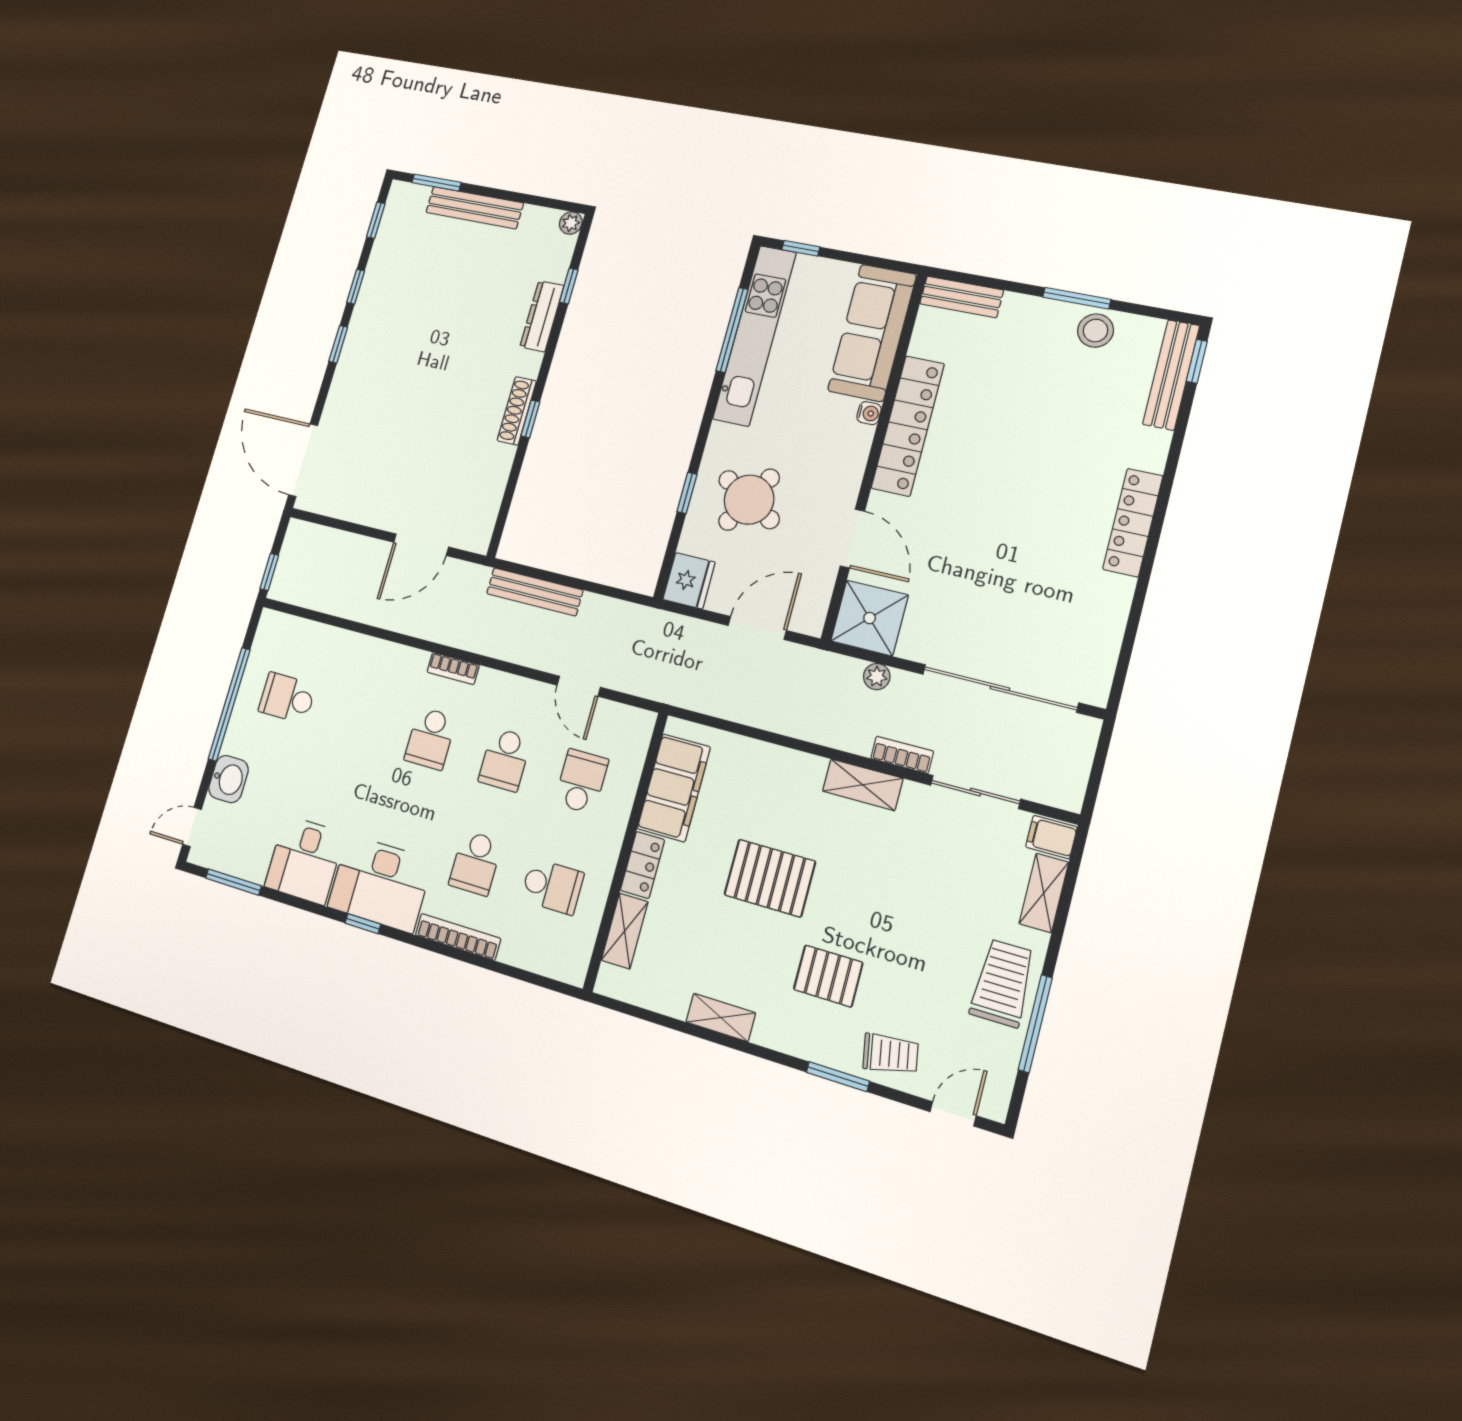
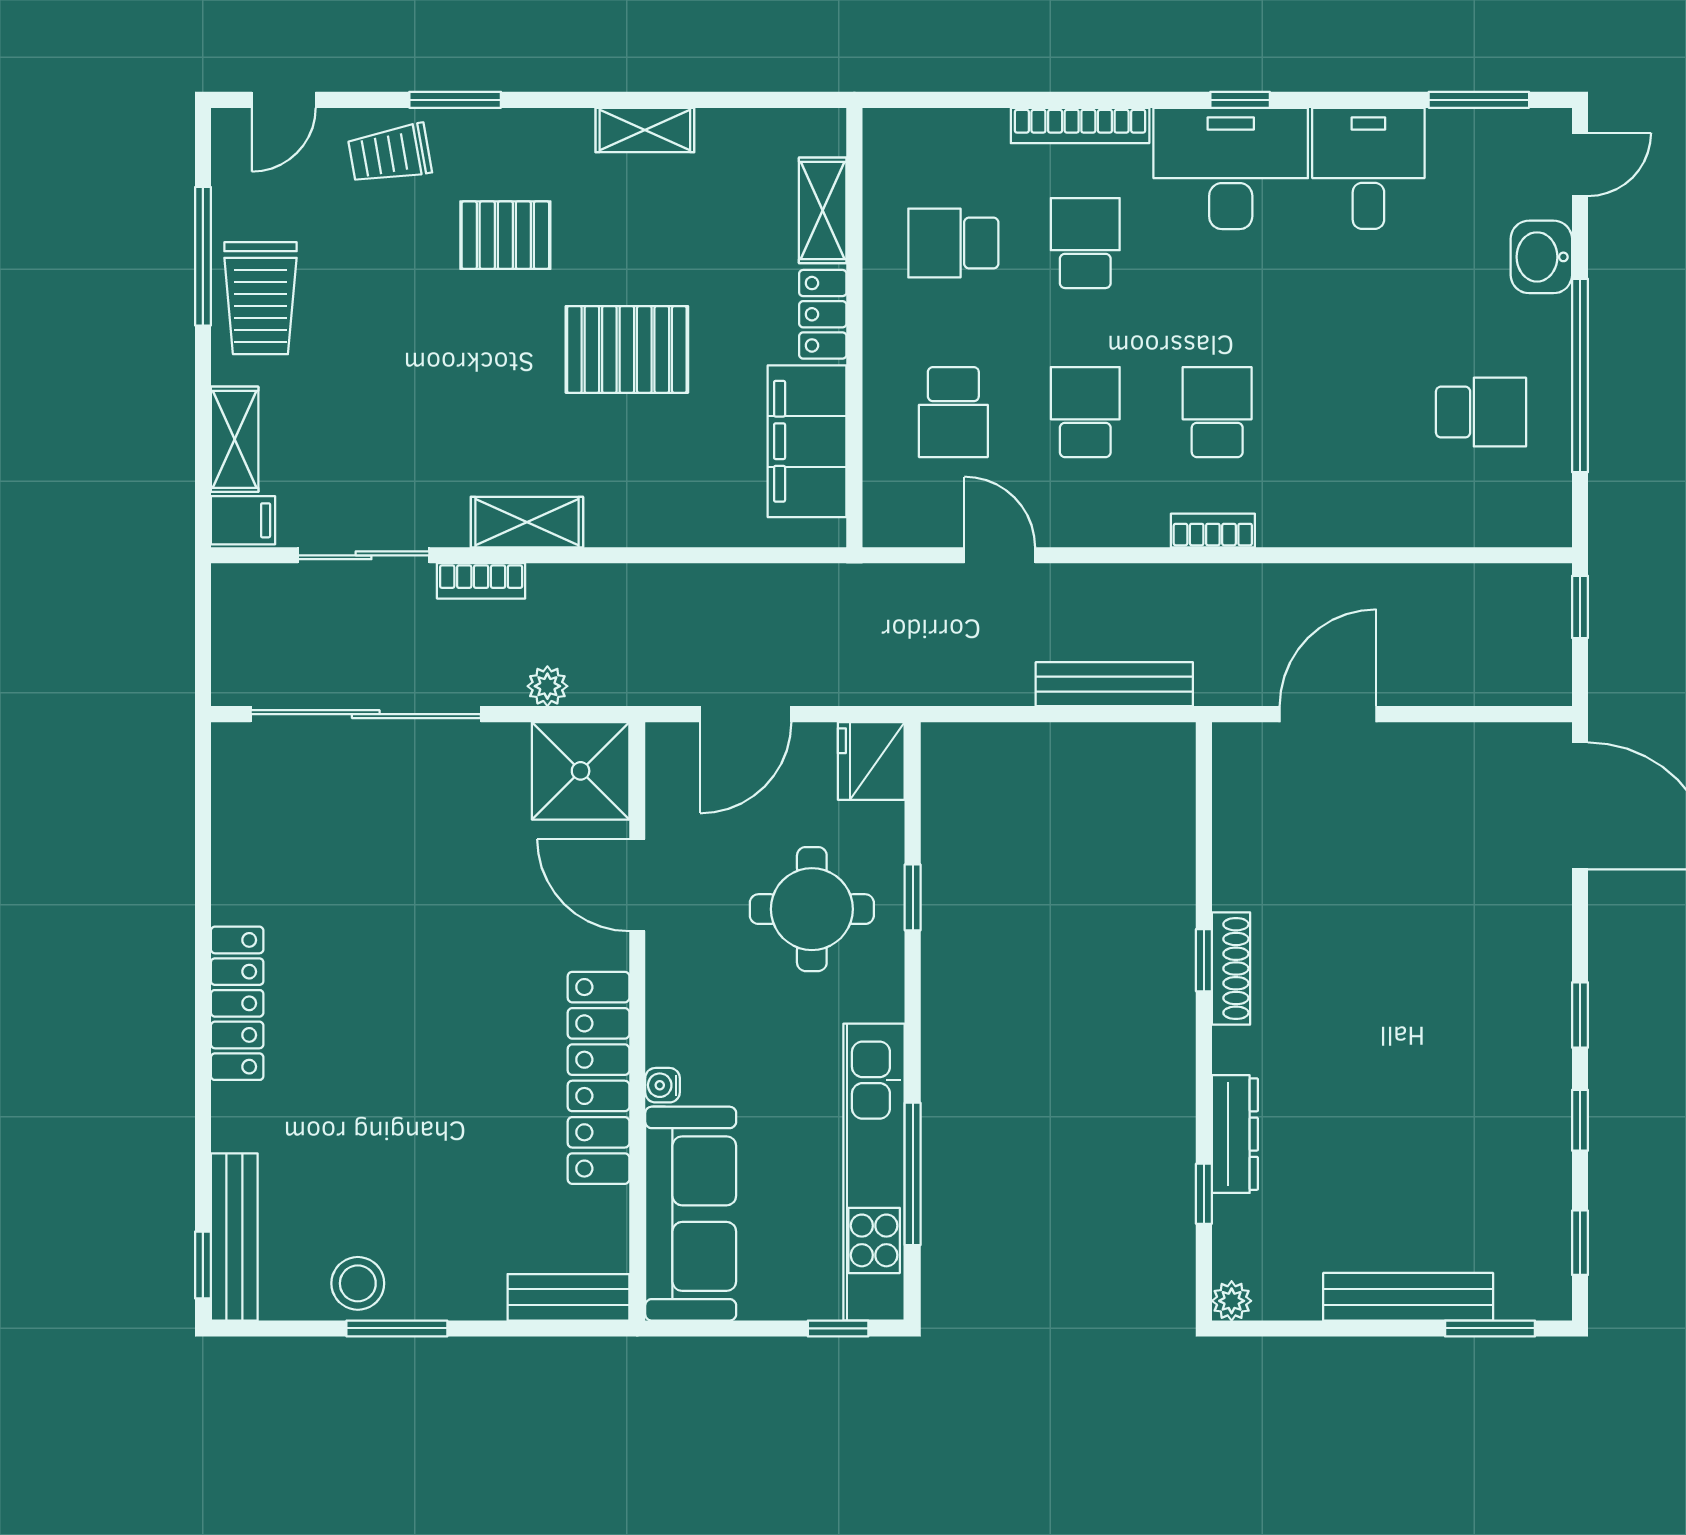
round table: (749, 500) -> (812, 909), turned -30

